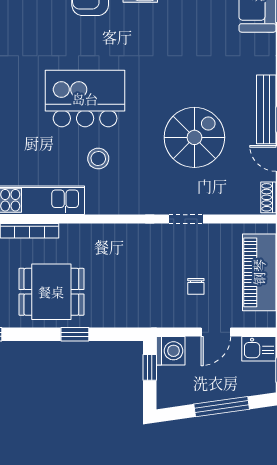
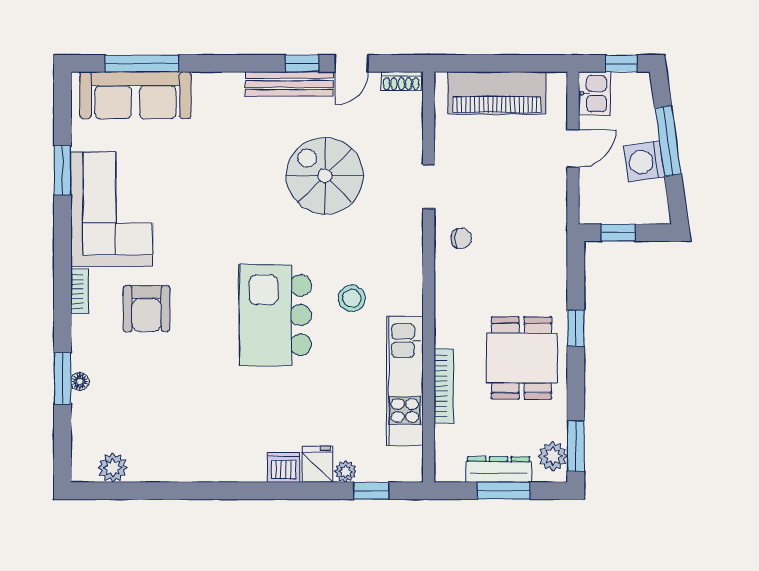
chair: (196, 286) -> (461, 238), moved
door: (216, 332) -> (573, 148), hinge flipped
washing machine: (171, 351) -> (644, 162), moved, turned -98

